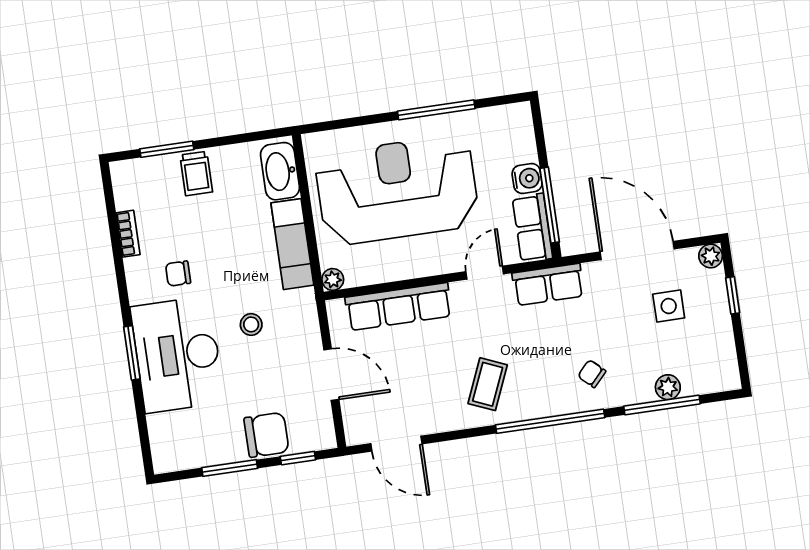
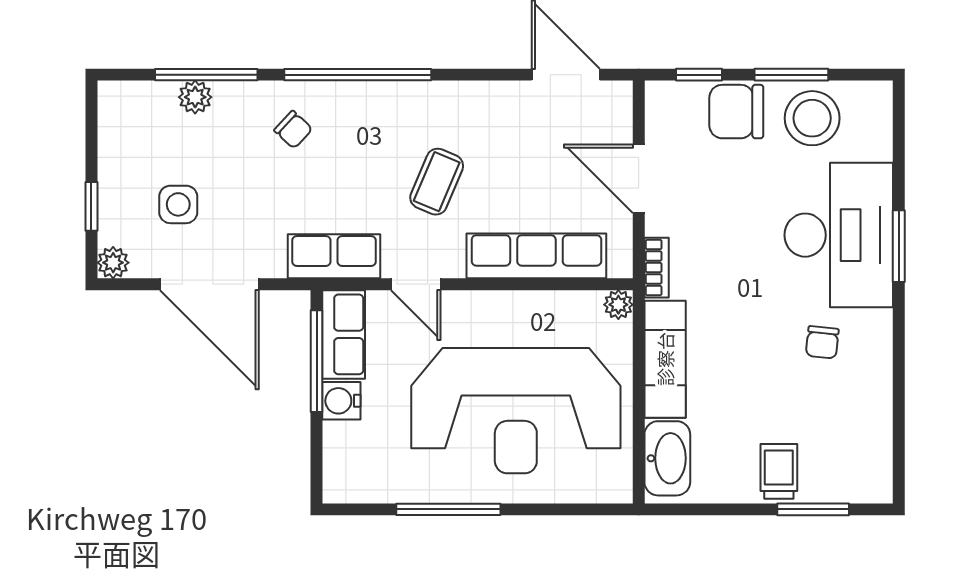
bookcase: (128, 234) -> (657, 268), moved, turned 180
door: (485, 273) -> (416, 284), hinge flipped
chair: (178, 274) -> (822, 342), turned 96
stool: (251, 324) -> (812, 118), moved, width x1.89, depth x1.89
coffee table: (488, 384) -> (437, 182), moved

